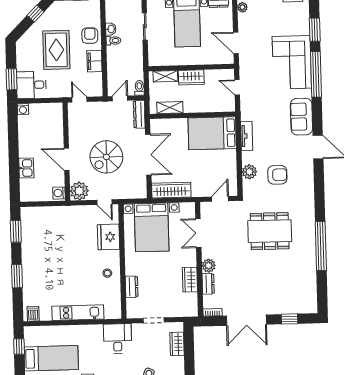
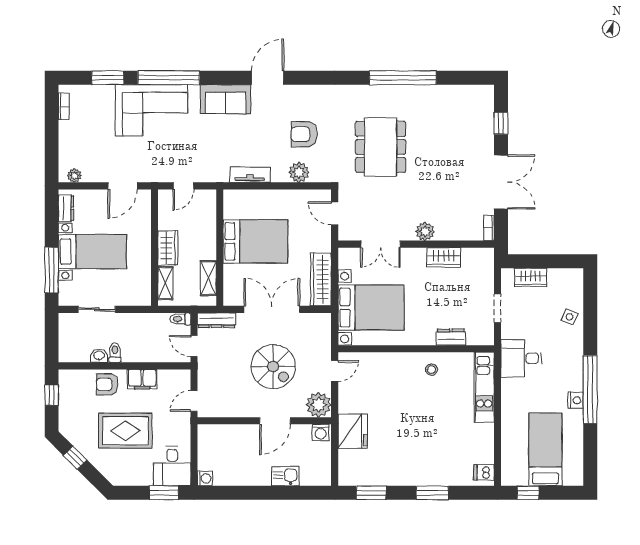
bed: (212, 133) -> (255, 241), moved, turned -90
armchair: (277, 175) -> (304, 134), turned -90
fridge: (108, 237) -> (353, 431), moved, turned -90
dresser: (208, 284) -> (450, 233), removed
kitchen unit: (78, 313) -> (484, 387), moved

